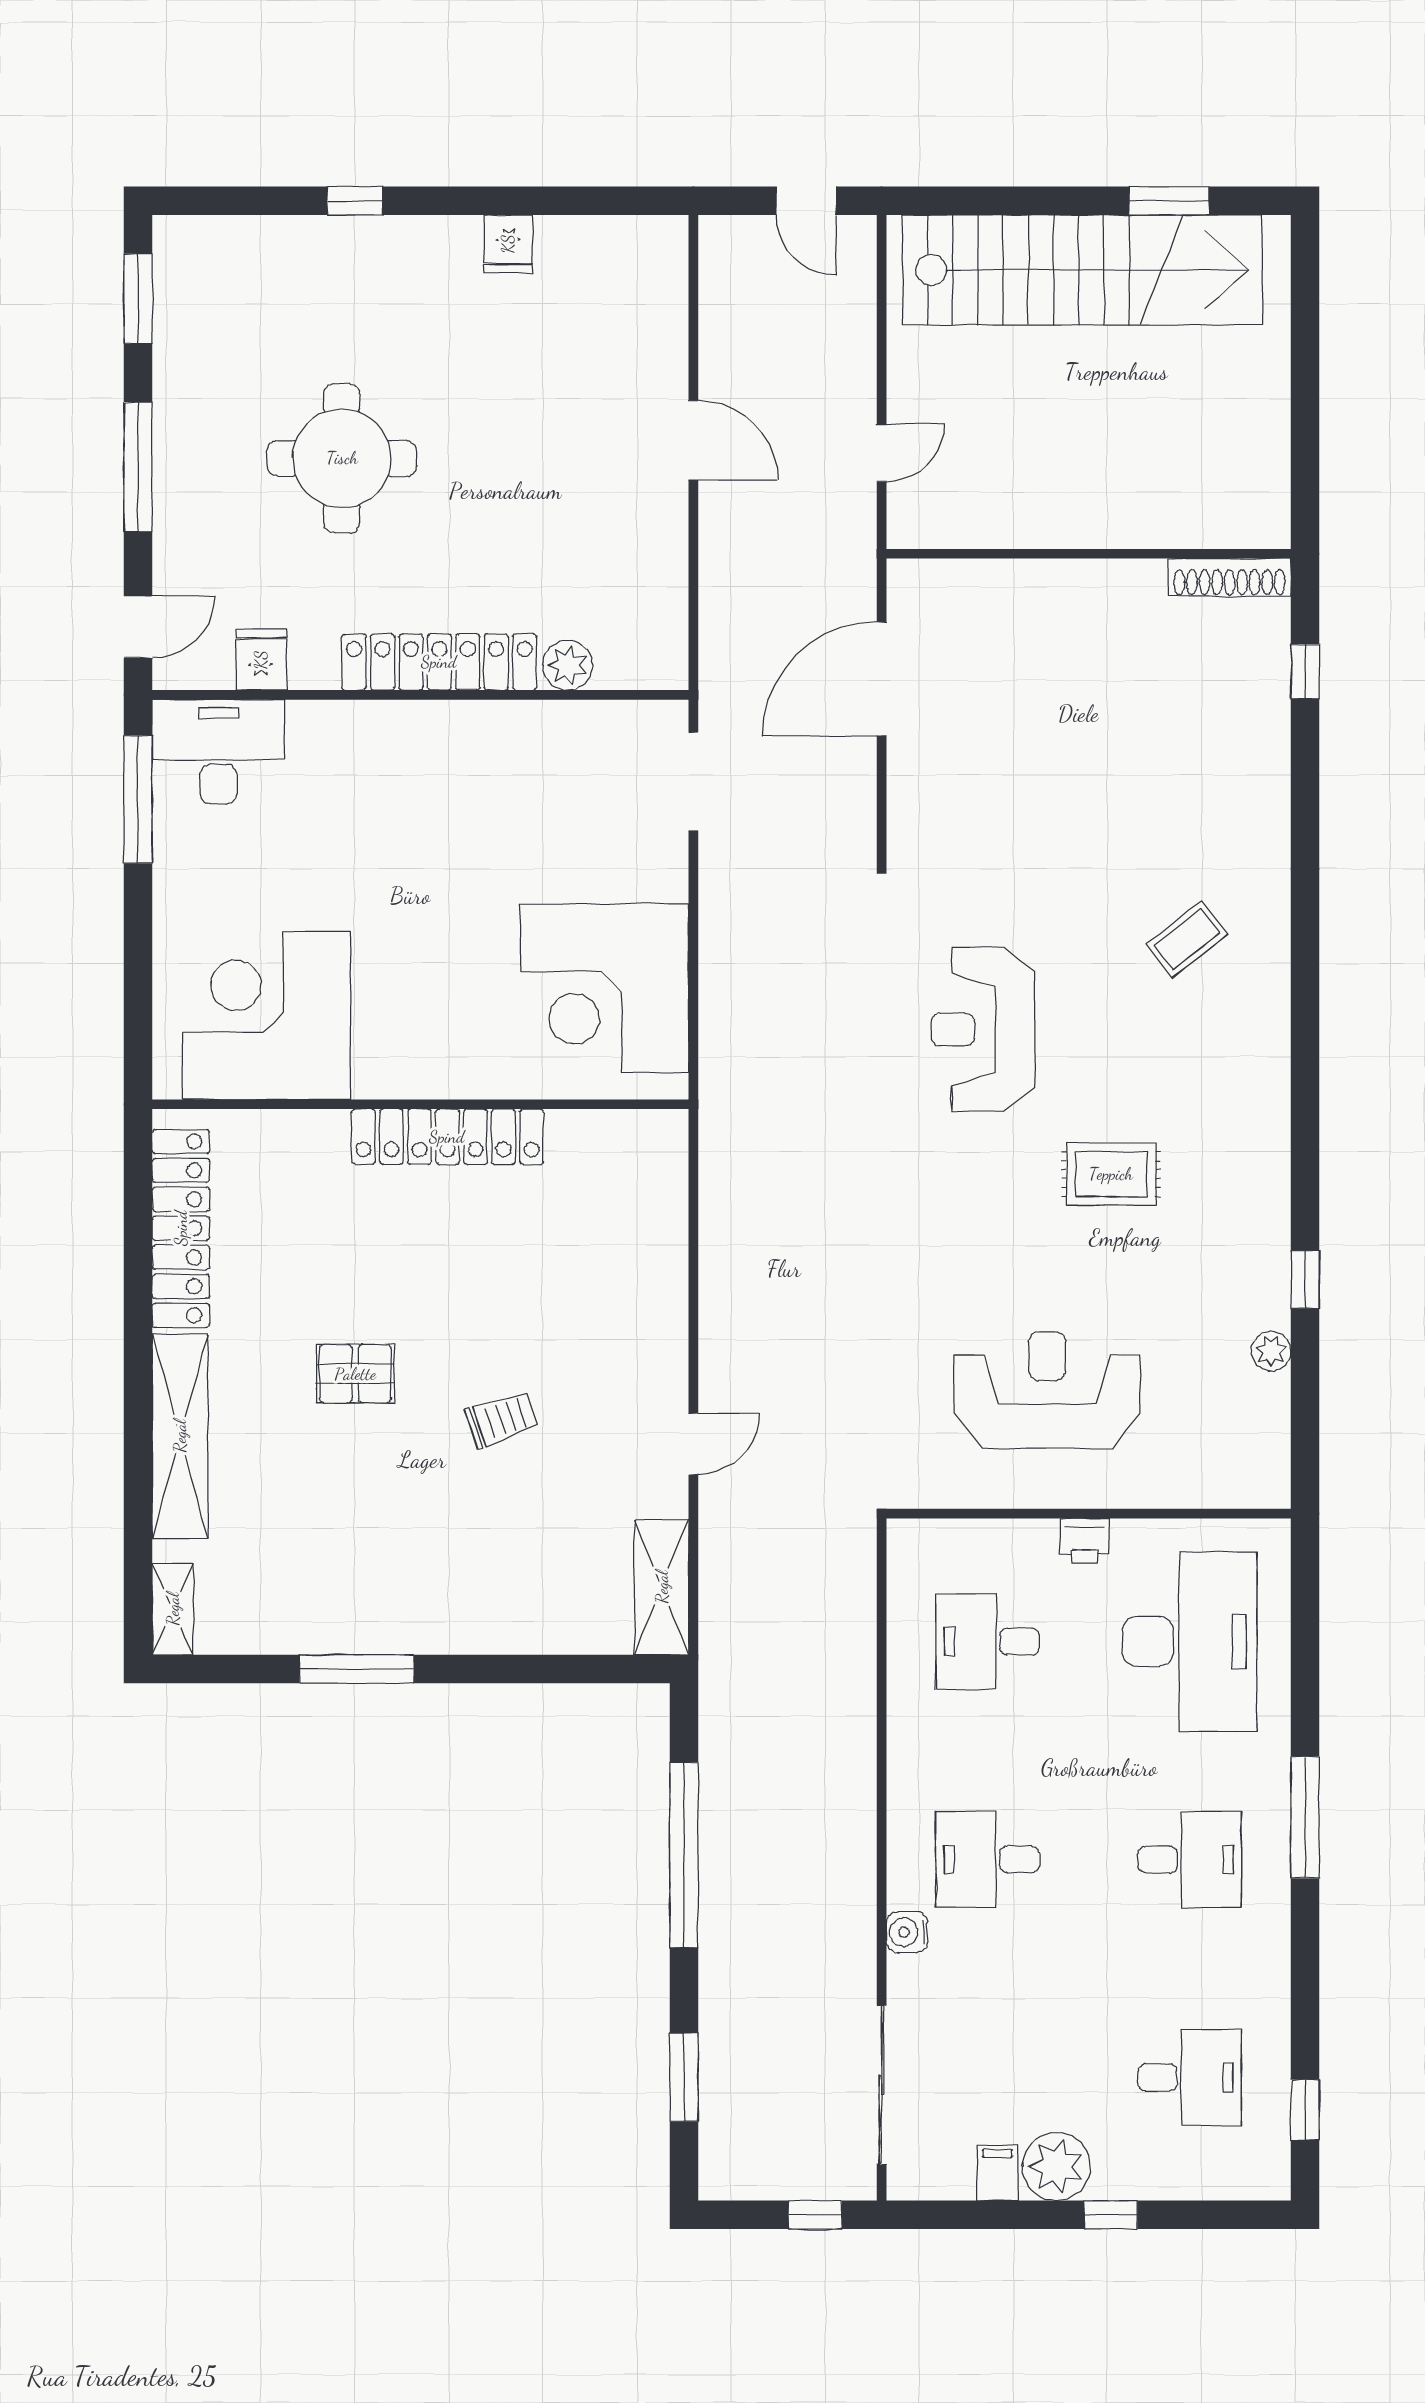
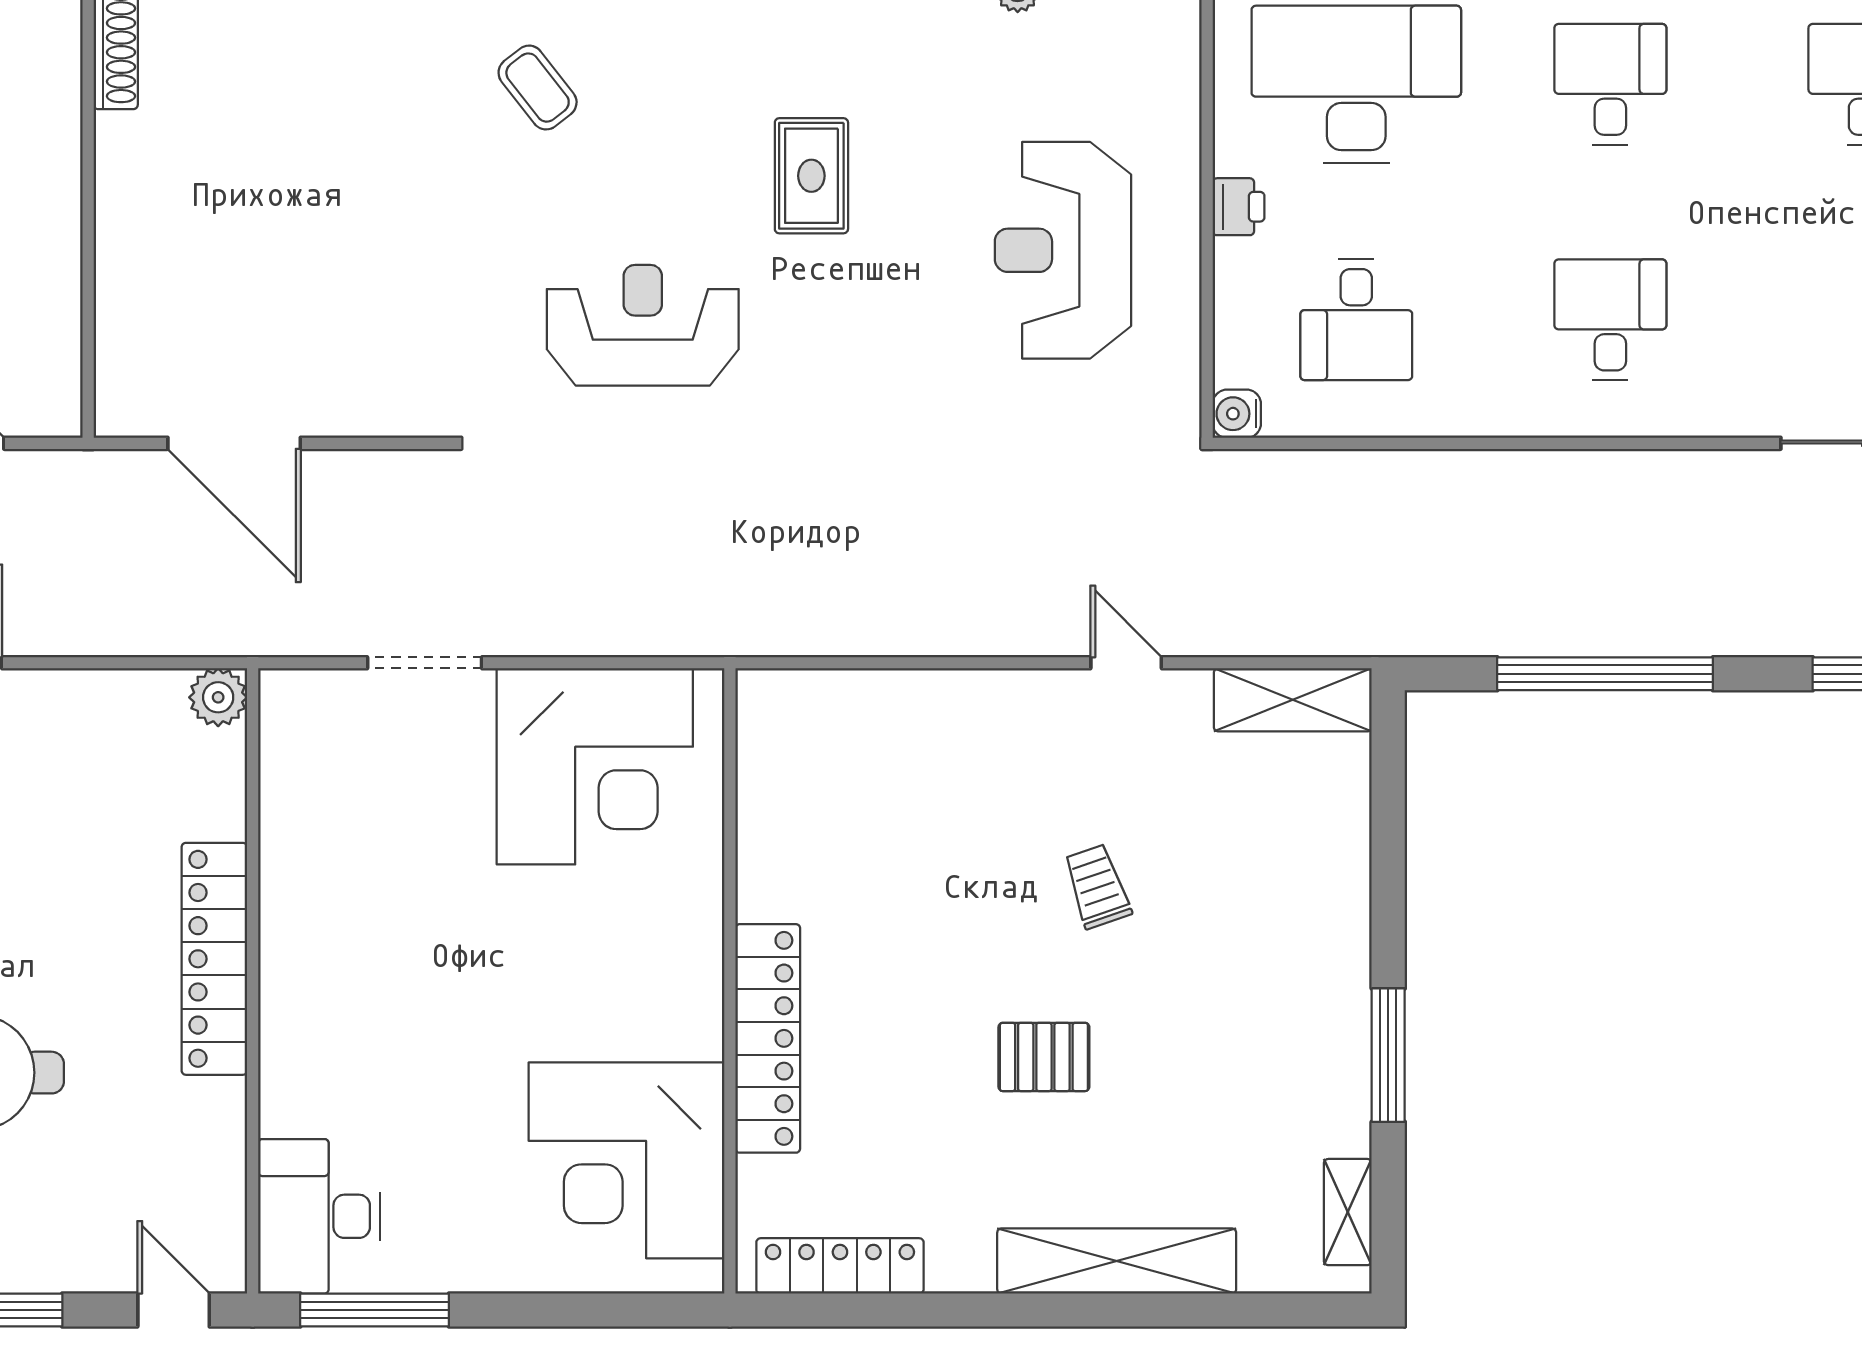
fridge: (261, 660) -> (212, 1167), removed
plant: (568, 665) -> (218, 697), moved
doorway: (693, 782) -> (425, 663), moved
reception desk: (983, 1029) -> (643, 325), turned 180
locker: (447, 1137) -> (768, 1038), moved
locker: (181, 1228) -> (840, 1266), width x0.71, depth x0.83
pallet: (355, 1374) -> (1044, 1057), turned 90
shelving: (173, 1609) -> (1348, 1212), moved, turned 90
desk: (988, 1860) -> (1610, 320), turned 180
water cooler: (907, 1932) -> (1237, 414), moved, turned 90

